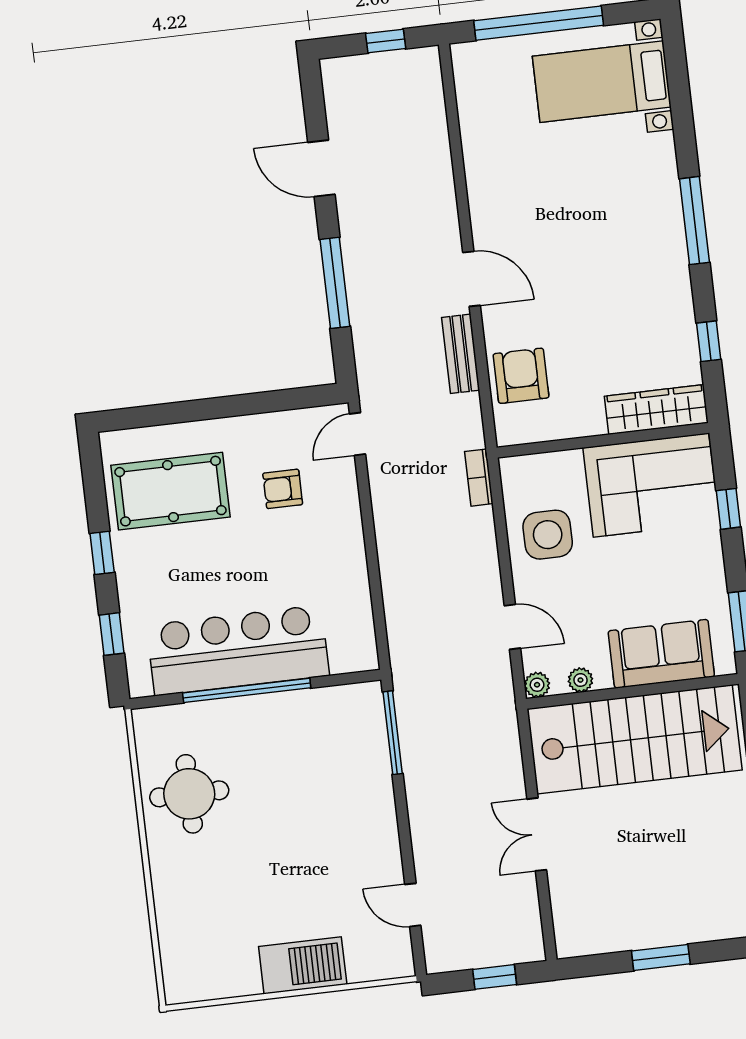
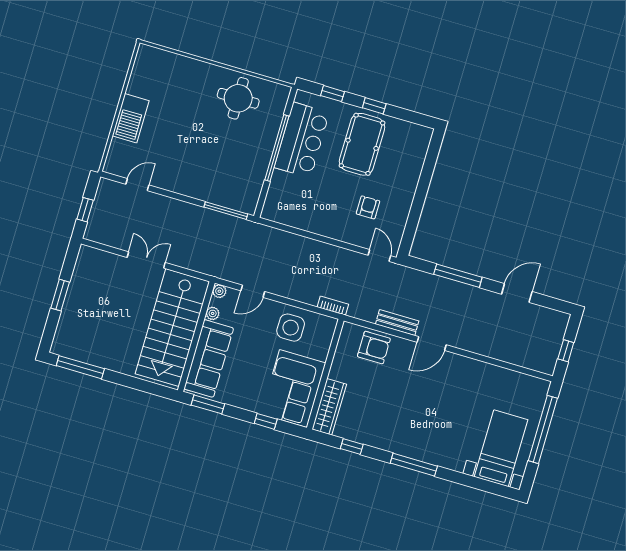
pool table: (170, 491) -> (362, 144), moved
bar counter: (238, 650) -> (302, 140), width x0.73
sofa: (661, 654) -> (209, 358), width x1.36

